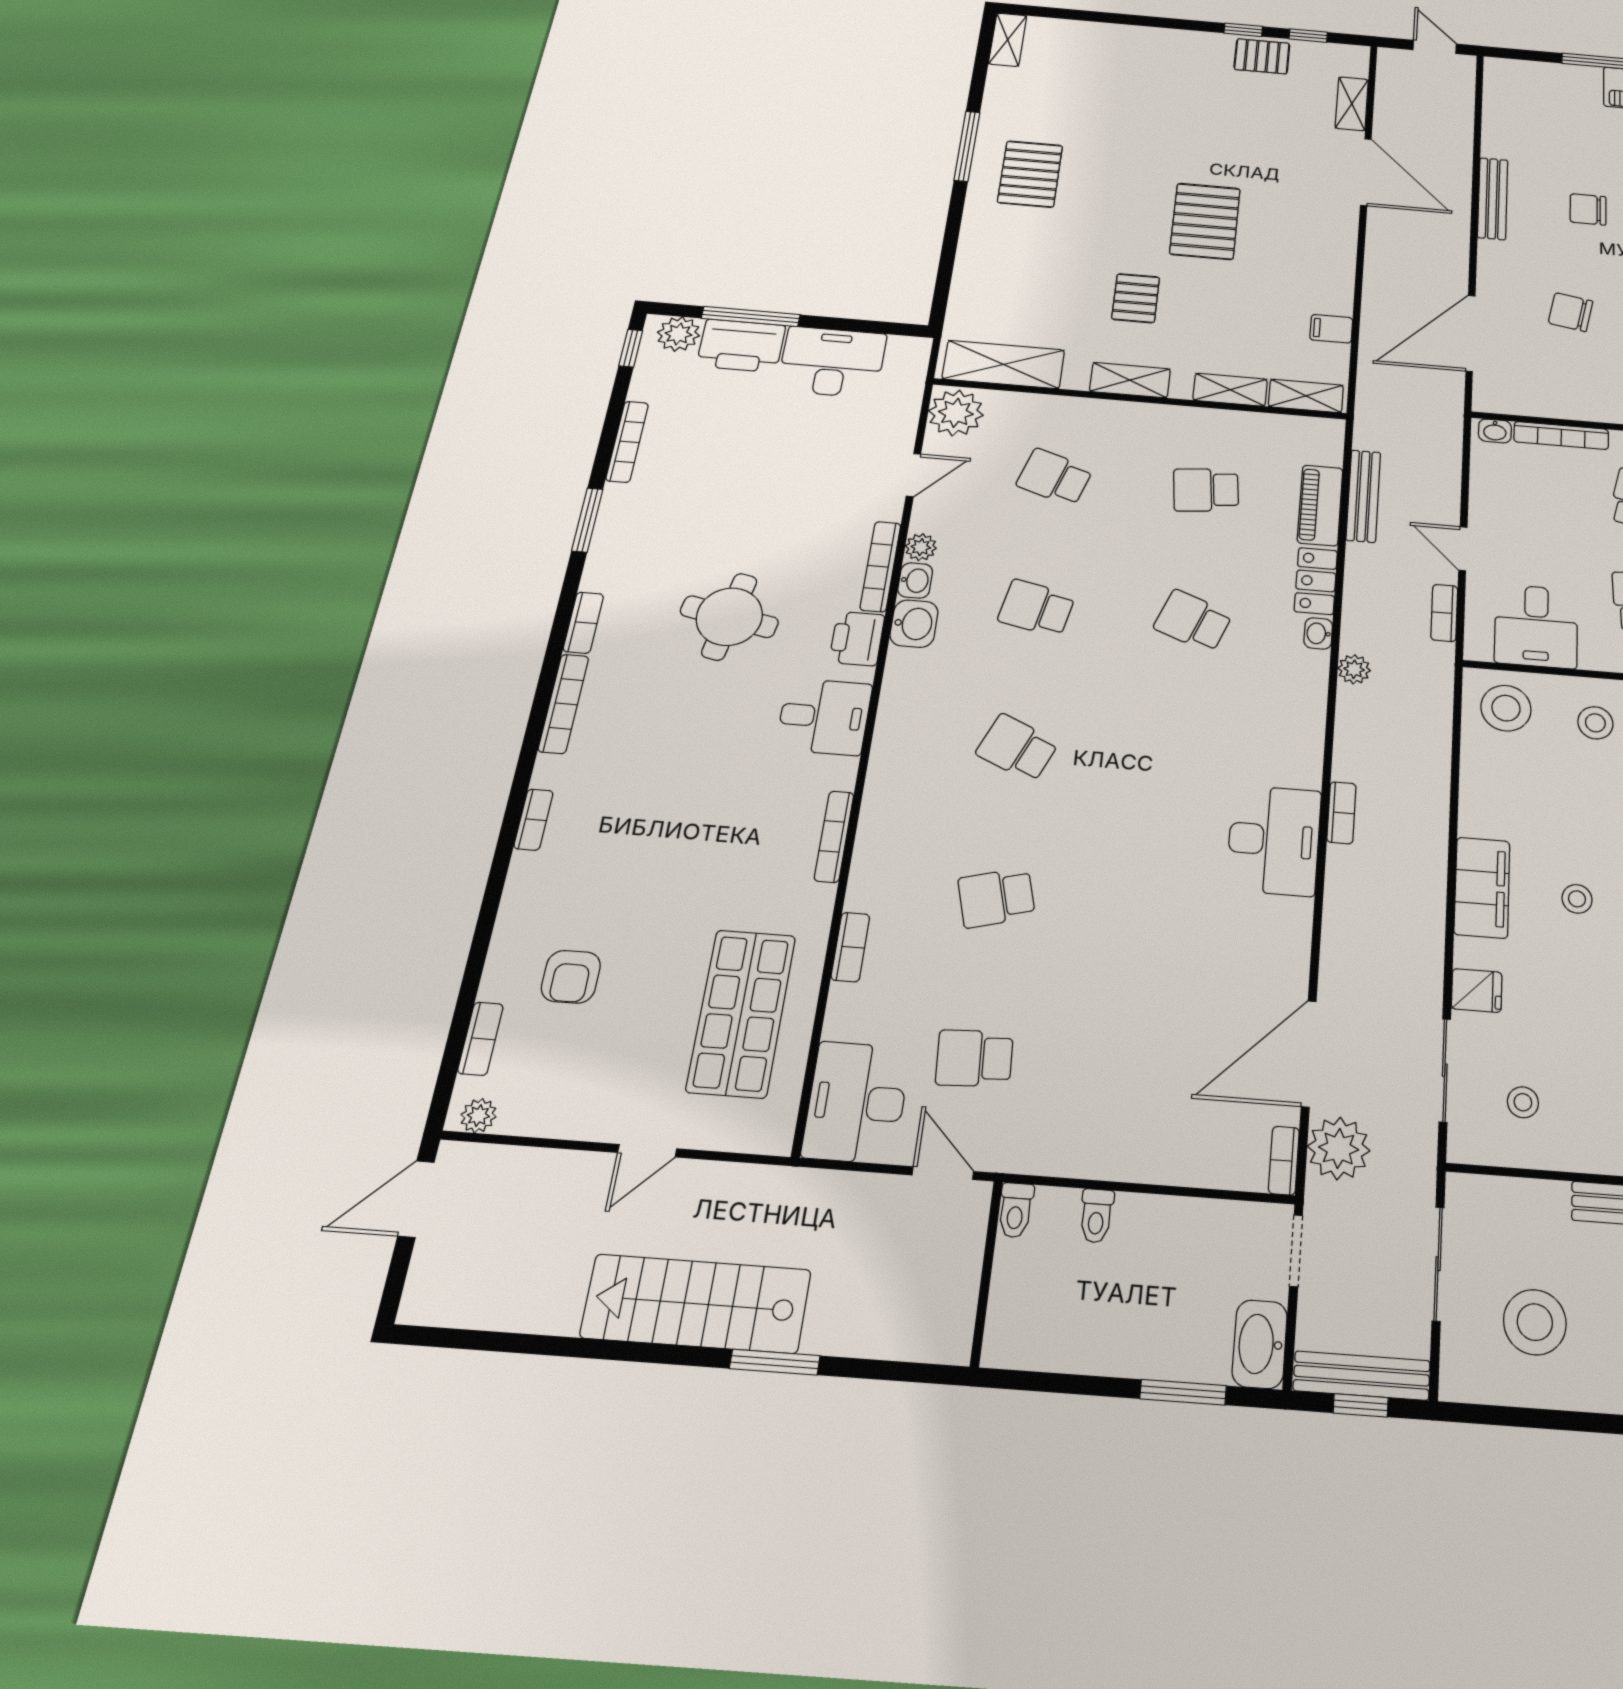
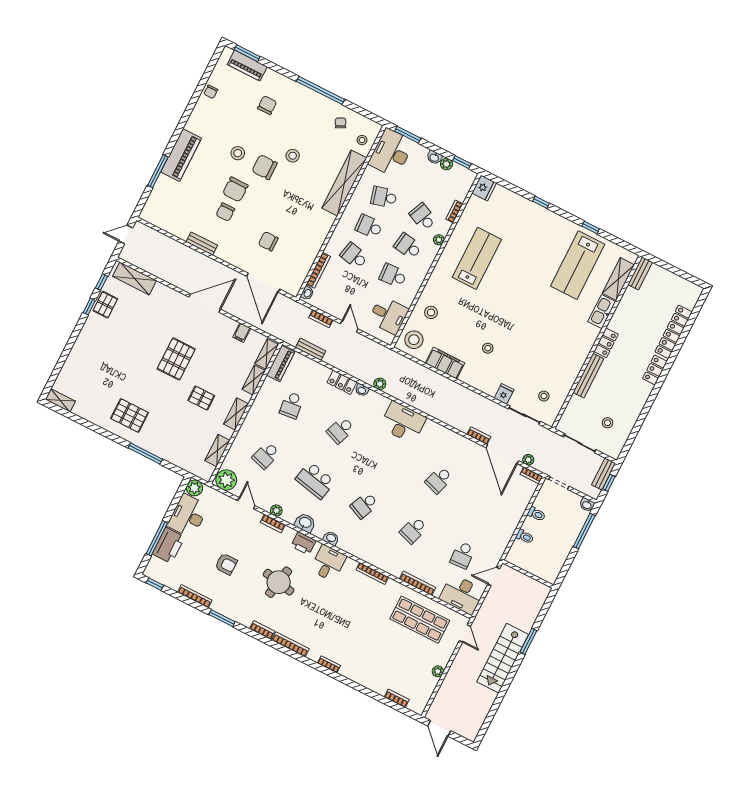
shelving: (1352, 104) -> (135, 278), width x1.50, depth x1.33
window: (967, 146) -> (145, 454), moved
door: (1366, 172) -> (205, 303), moved
bench: (1493, 199) -> (202, 244), width x0.73
pallet: (1205, 221) -> (176, 359), turned 90
chair: (1571, 312) -> (268, 241), turned 80
plant: (678, 334) -> (194, 488), moved
shelving: (1003, 364) -> (217, 450), width x0.67, depth x0.75
bench: (1363, 496) -> (311, 349), width x0.73
piano: (1320, 505) -> (281, 364), moved, turned -90
door: (1463, 549) -> (349, 326), swing flipped
bookcase: (880, 566) -> (273, 524), width x0.64
washbasin: (915, 580) -> (331, 538), moved
school desk: (1036, 608) -> (315, 480), width x1.85
bookcase: (1444, 613) -> (321, 319), moved
bookcase: (1341, 813) -> (479, 436), moved
desk: (1274, 840) -> (403, 422), moved
filing cabinet: (1482, 888) -> (445, 363), moved
school desk: (997, 898) -> (413, 530), turned 33
school desk: (1164, 911) -> (439, 480), added
bookcase: (850, 947) -> (418, 583), width x1.56
armchair: (571, 977) -> (226, 564), moved
plant: (478, 1116) -> (438, 671), moved
plant: (1339, 1148) -> (528, 460), width x0.53, depth x0.53
door: (647, 1151) -> (465, 633), moved
toilet: (1016, 1210) -> (536, 514), moved
stool: (1535, 1322) -> (607, 423), width x0.53, depth x0.53
washbasin: (1260, 1344) -> (587, 505), width x0.52, depth x0.69
bench: (1362, 1376) -> (604, 474), width x0.73
window: (1183, 1392) -> (584, 531), width x1.44

